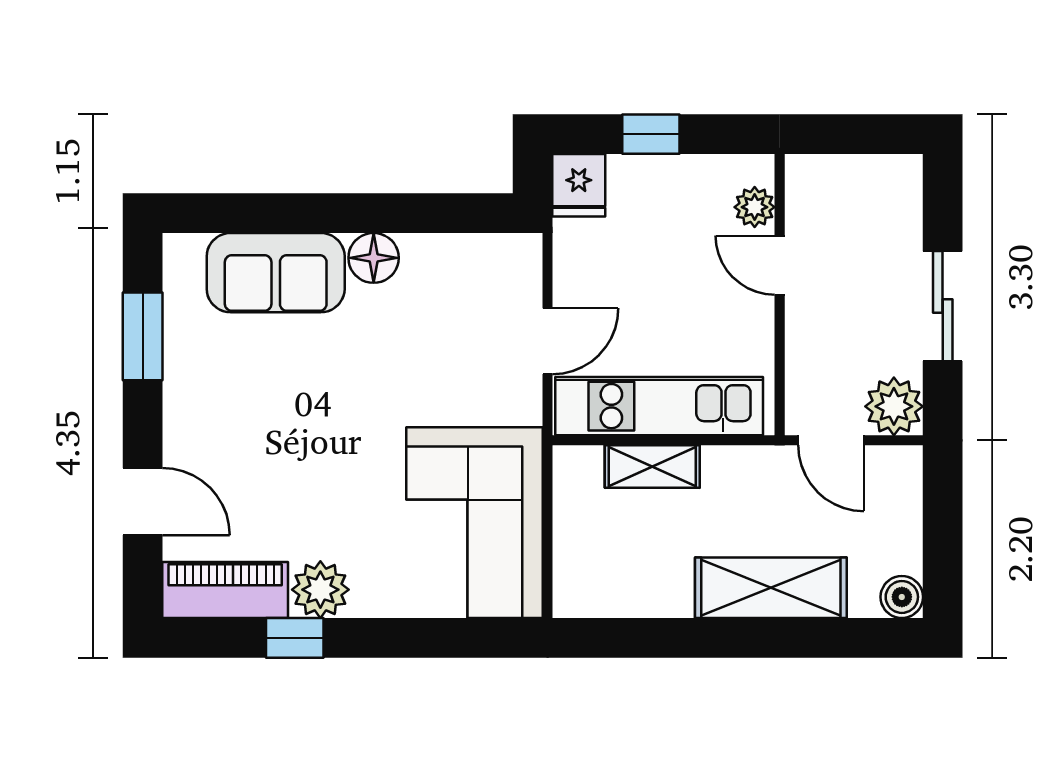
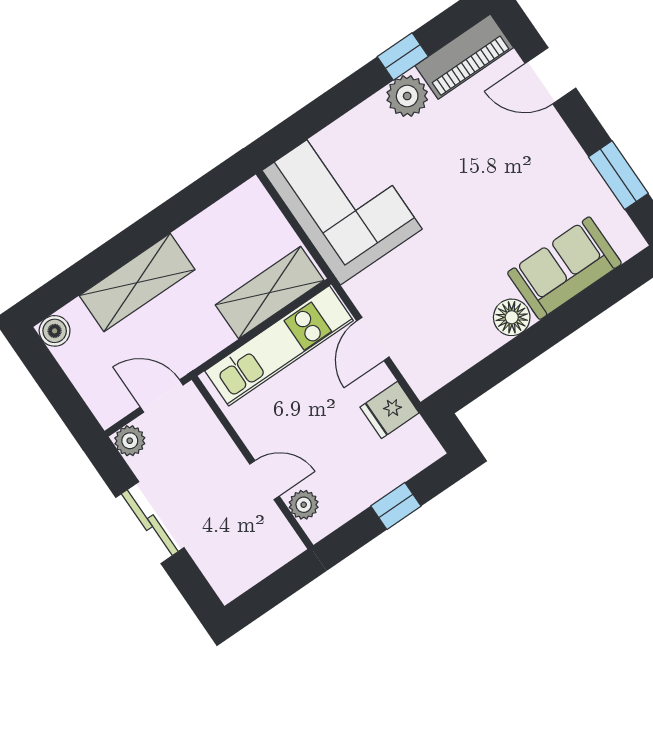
fridge: (579, 185) -> (390, 410), moved, turned -90
plant: (894, 406) -> (130, 441), width x0.73, depth x0.73
shelving: (652, 467) -> (270, 293), width x1.50, depth x1.33

